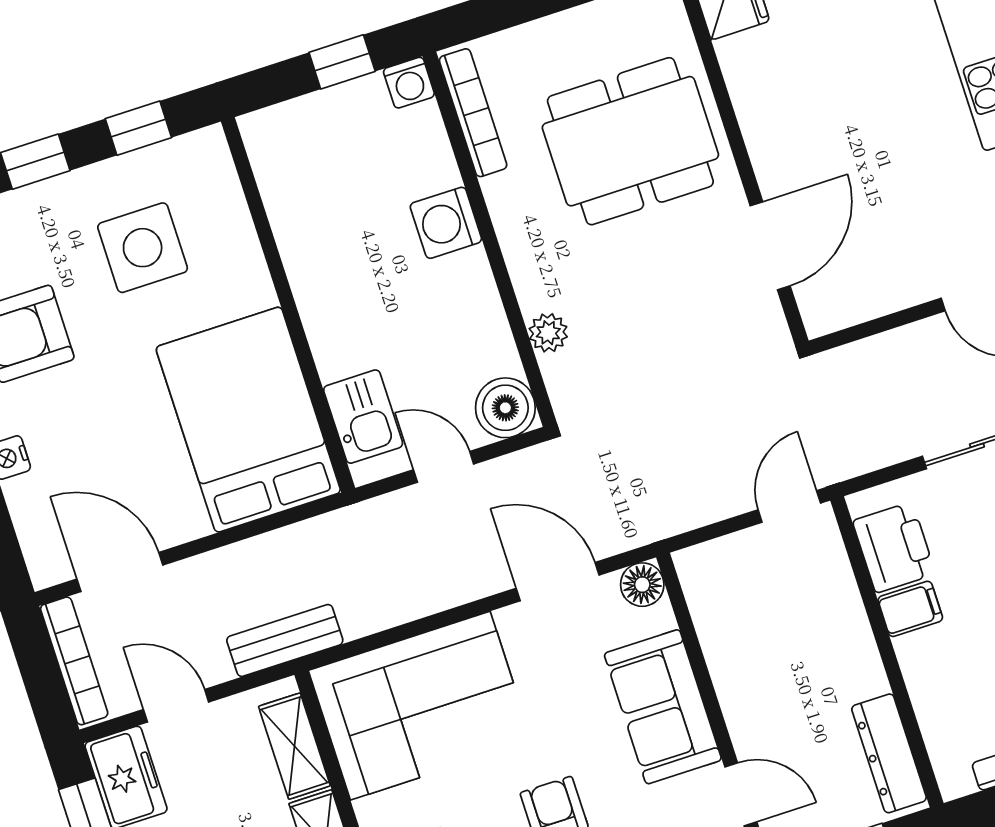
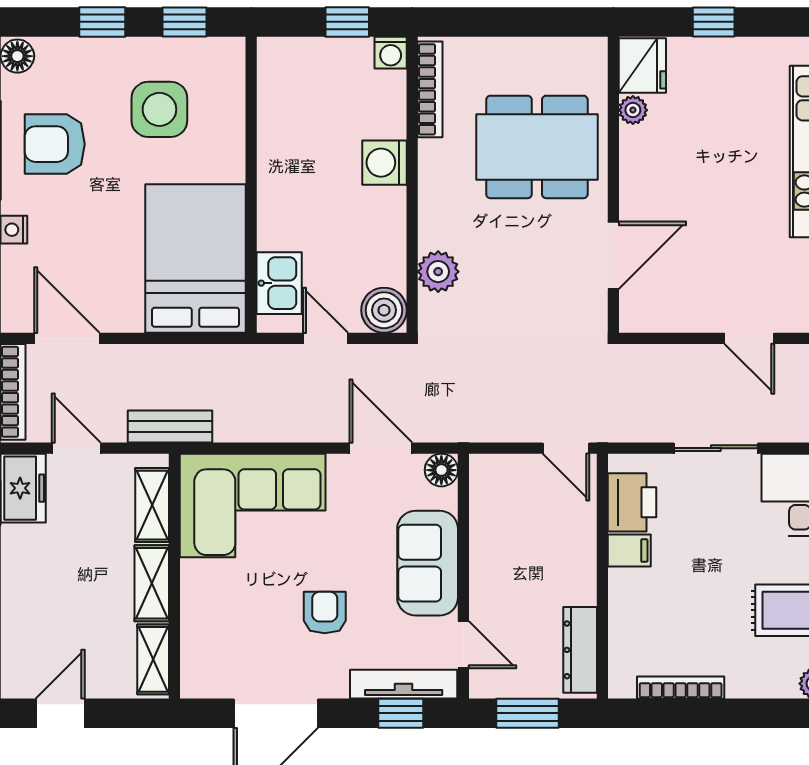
plant: (736, 56) -> (633, 110), added
plant: (548, 333) -> (438, 272), width x1.38, depth x1.38
door: (789, 506) -> (566, 448), swing flipped

